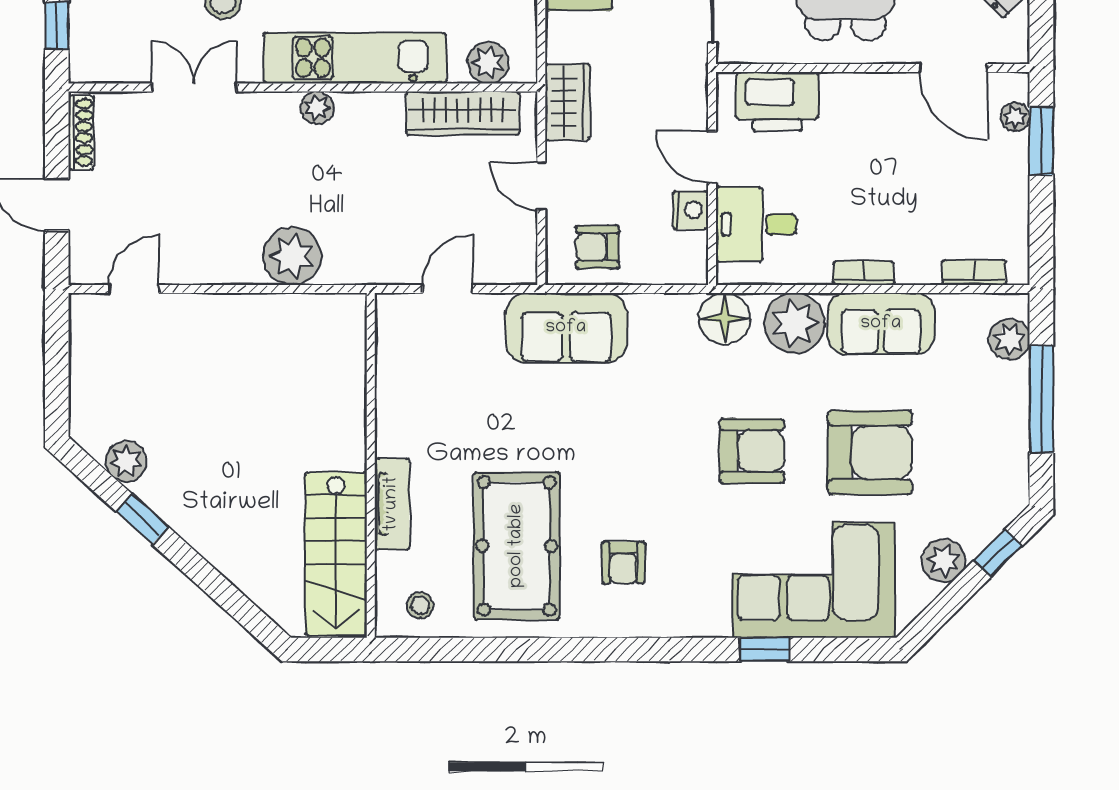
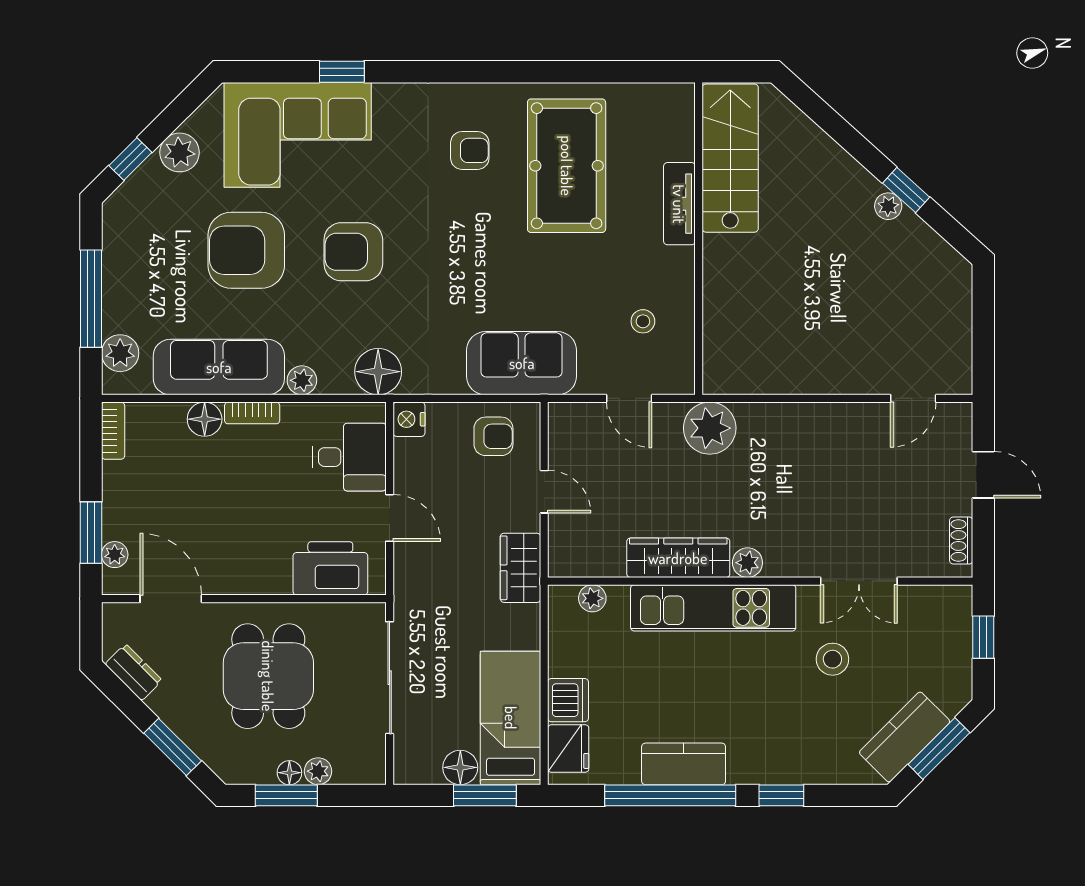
plant: (488, 63) -> (592, 598), width x0.73, depth x0.73
wardrobe: (463, 113) -> (678, 558), moved
shoe rack: (81, 132) -> (961, 540), width x0.70
nightstand: (690, 210) -> (409, 419), moved
plant: (292, 256) -> (710, 428), moved
floor lamp: (916, 266) -> (205, 419), added
bookcase: (974, 272) -> (113, 431), moved, turned -90
door: (448, 289) -> (629, 398), hinge flipped
plant: (795, 323) -> (302, 380), width x0.53, depth x0.53
sofa: (881, 324) -> (219, 367), width x1.36
plant: (126, 461) -> (888, 206), moved, width x0.73, depth x0.73
armchair: (623, 563) -> (470, 150), turned 90
stool: (420, 605) -> (643, 321), moved

